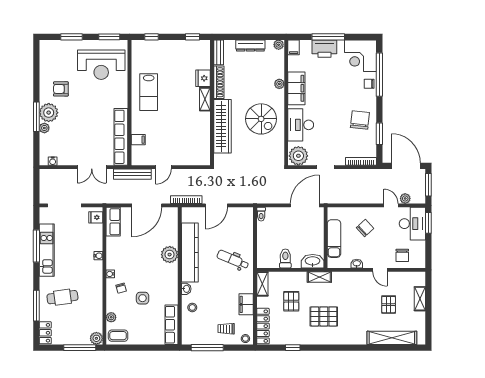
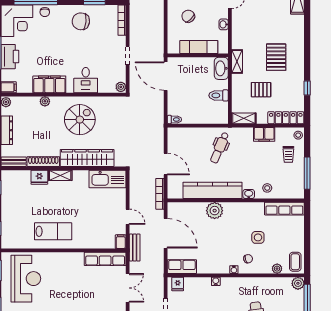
desk: (301, 125) -> (86, 80), width x0.73
row of seats: (121, 137) -> (105, 259), width x0.73
filing cabinet: (138, 140) -> (121, 242), moved
kitchen sink: (201, 147) -> (107, 179), added
plant: (298, 156) -> (121, 87), width x0.53, depth x0.53
bench: (132, 174) -> (135, 248), width x0.73

